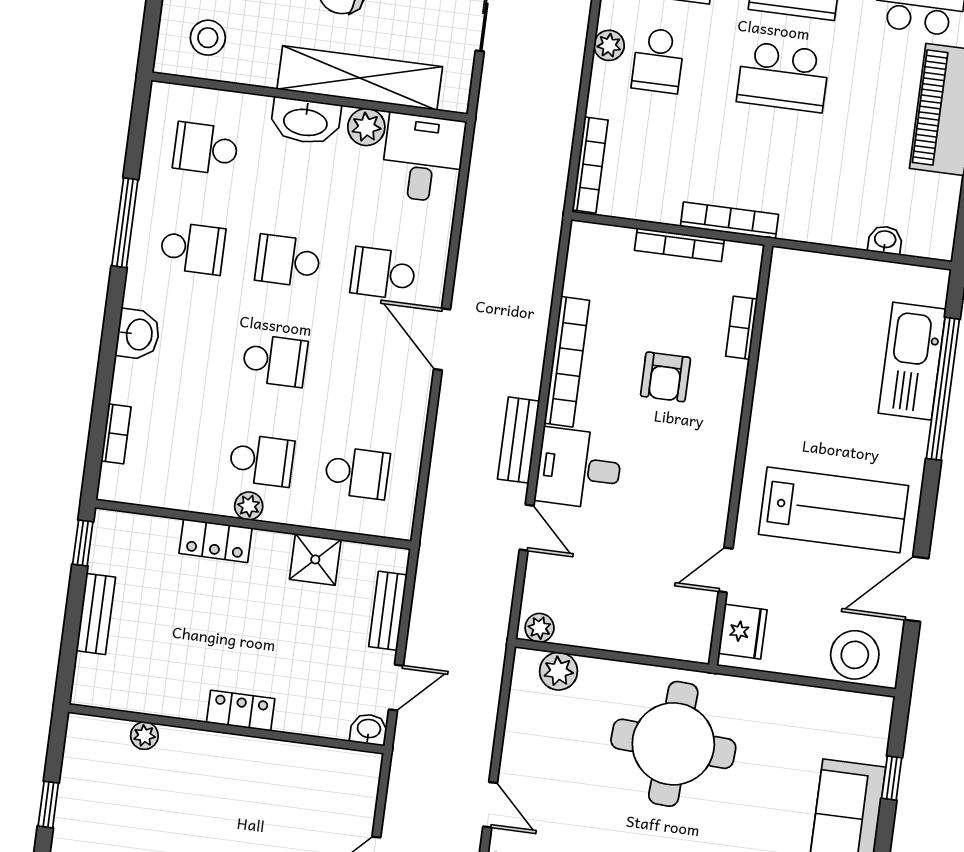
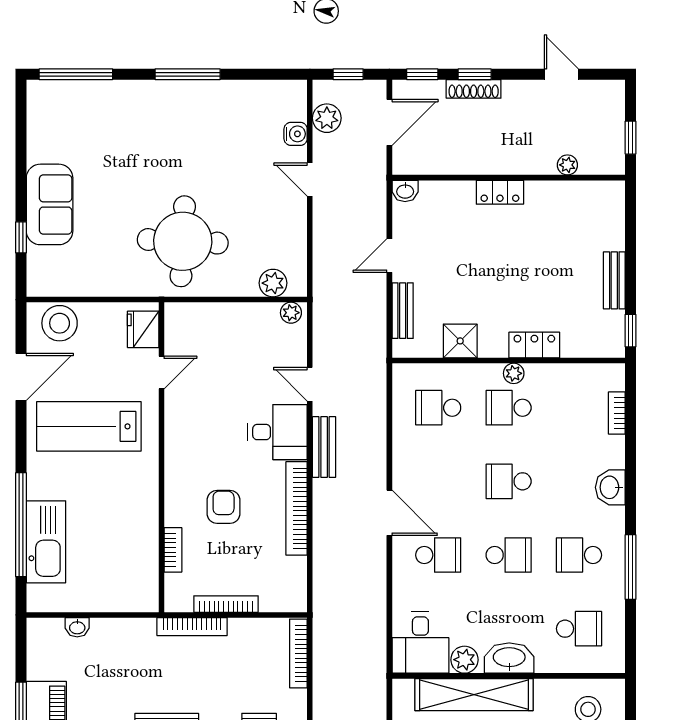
locker: (241, 711) -> (500, 192), moved
wall: (226, 729) -> (509, 178), moved
washbasin: (369, 729) -> (405, 191), moved
plant: (144, 736) -> (567, 165), moved

